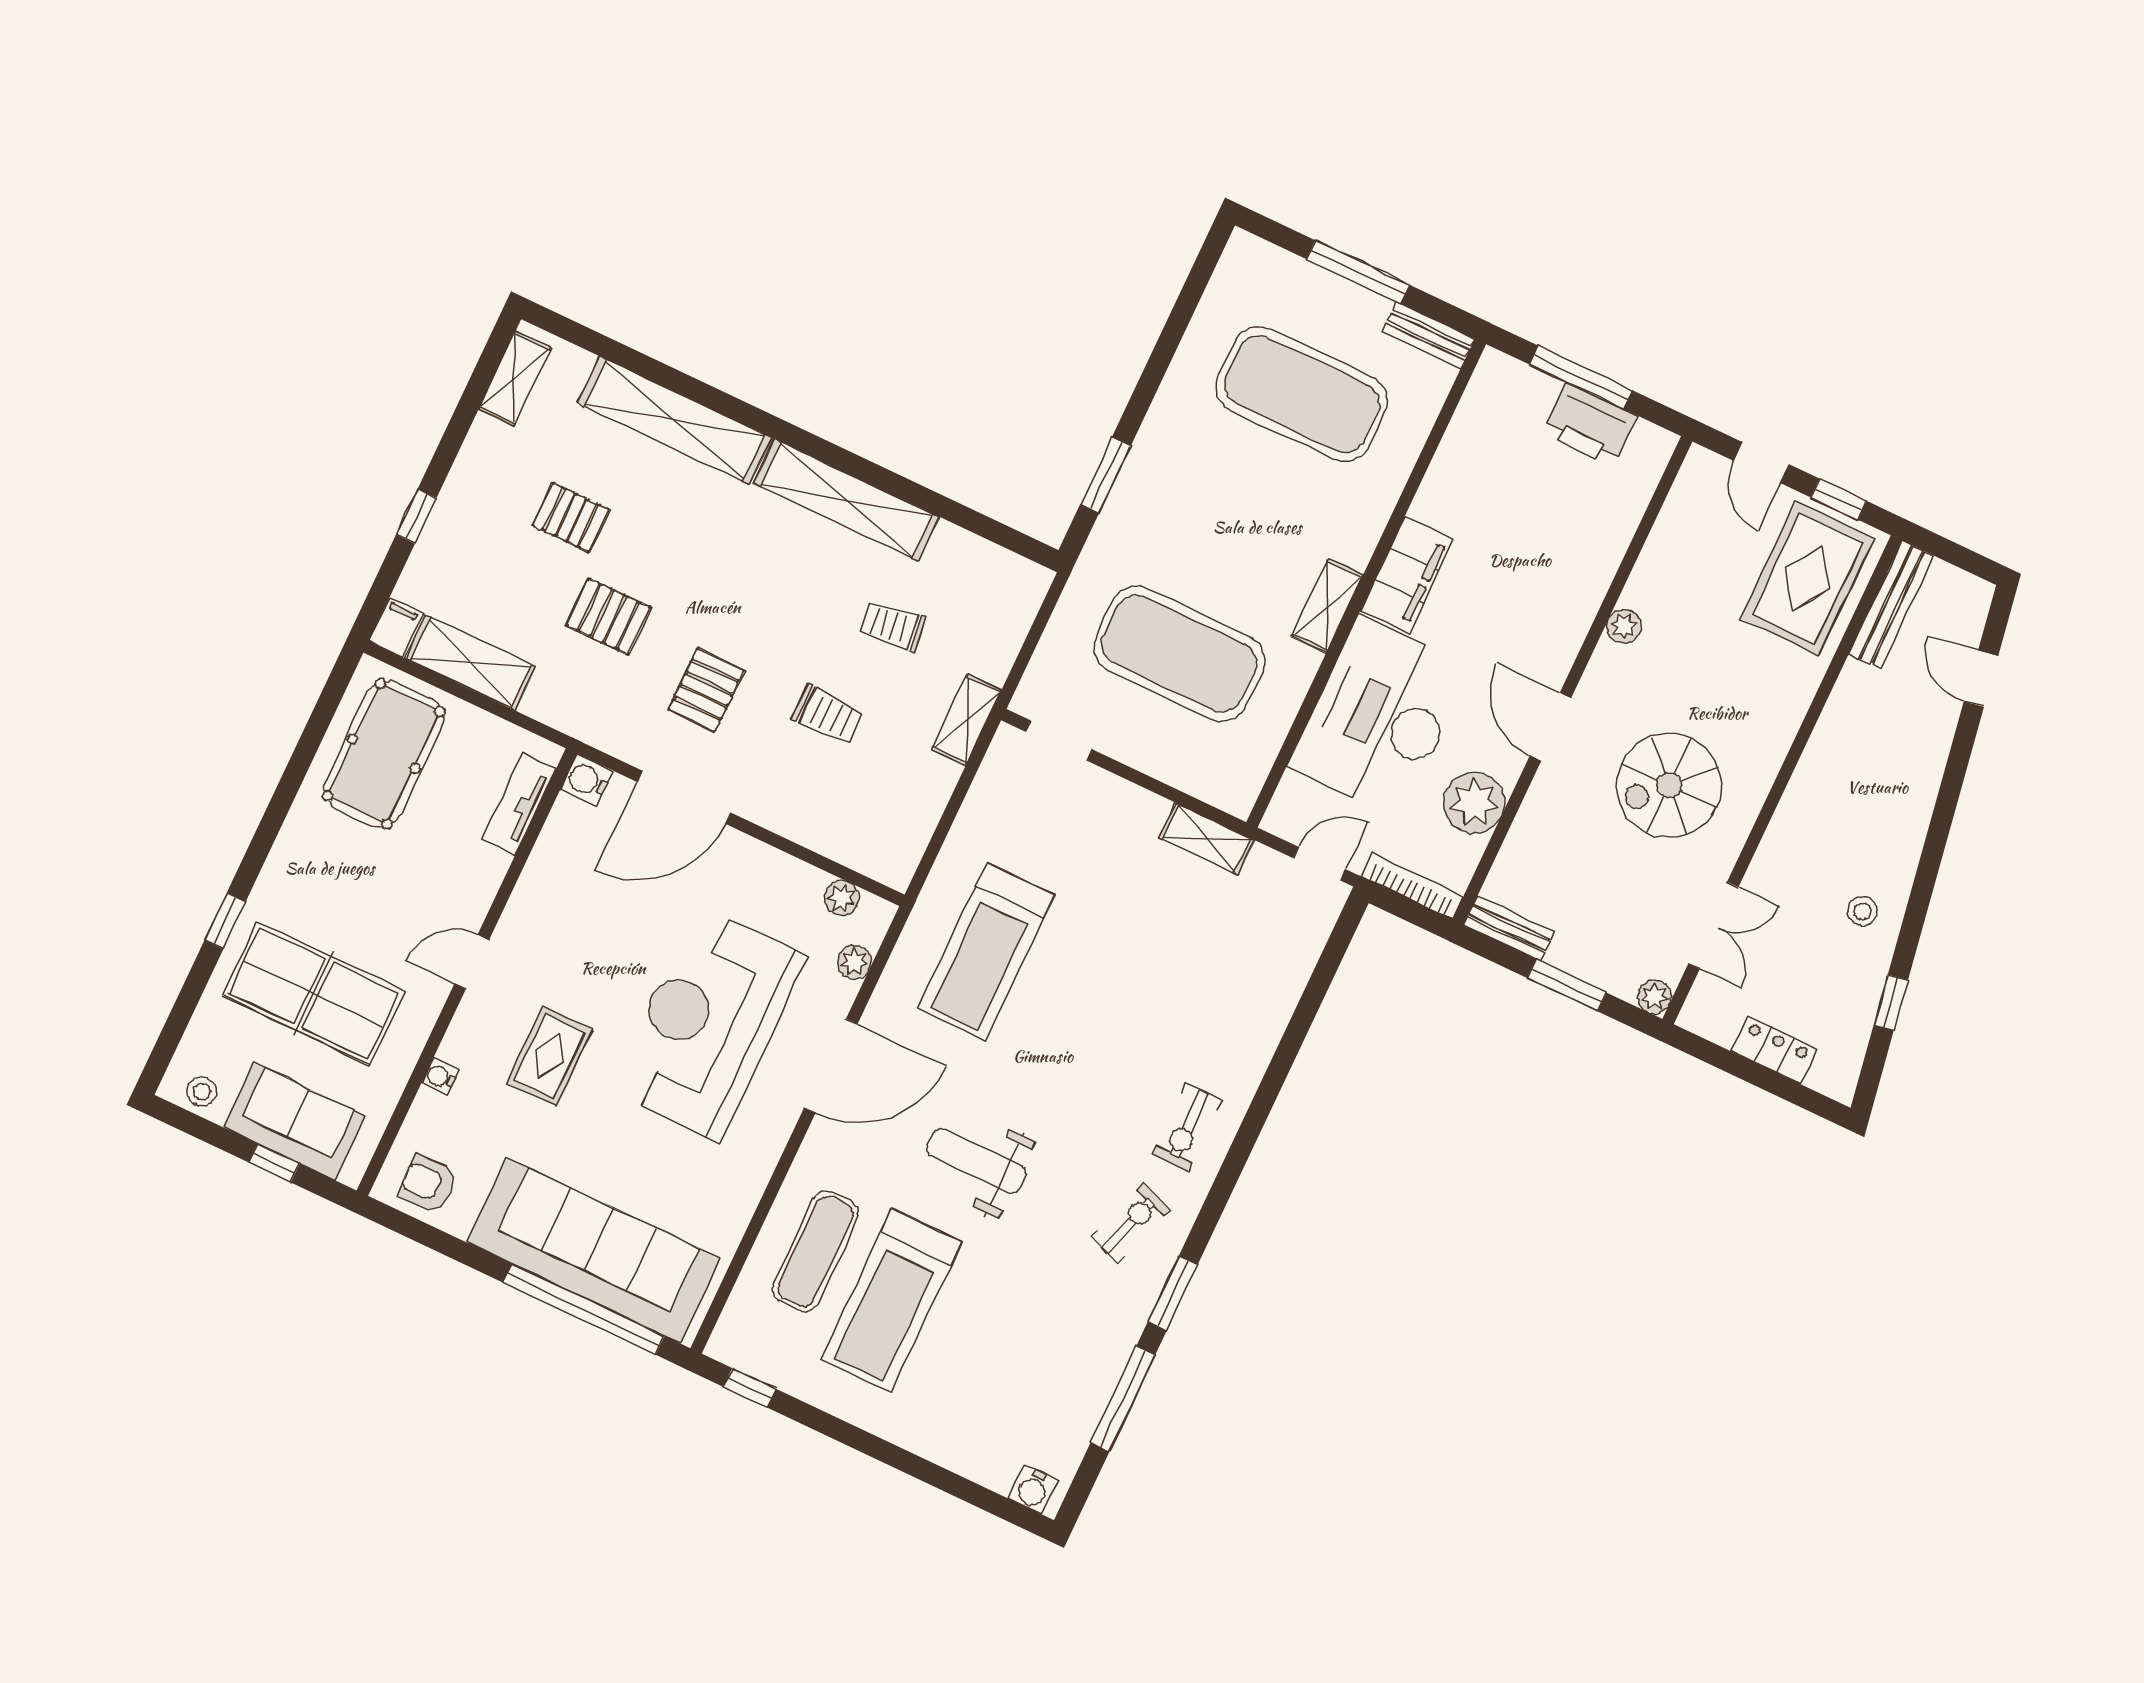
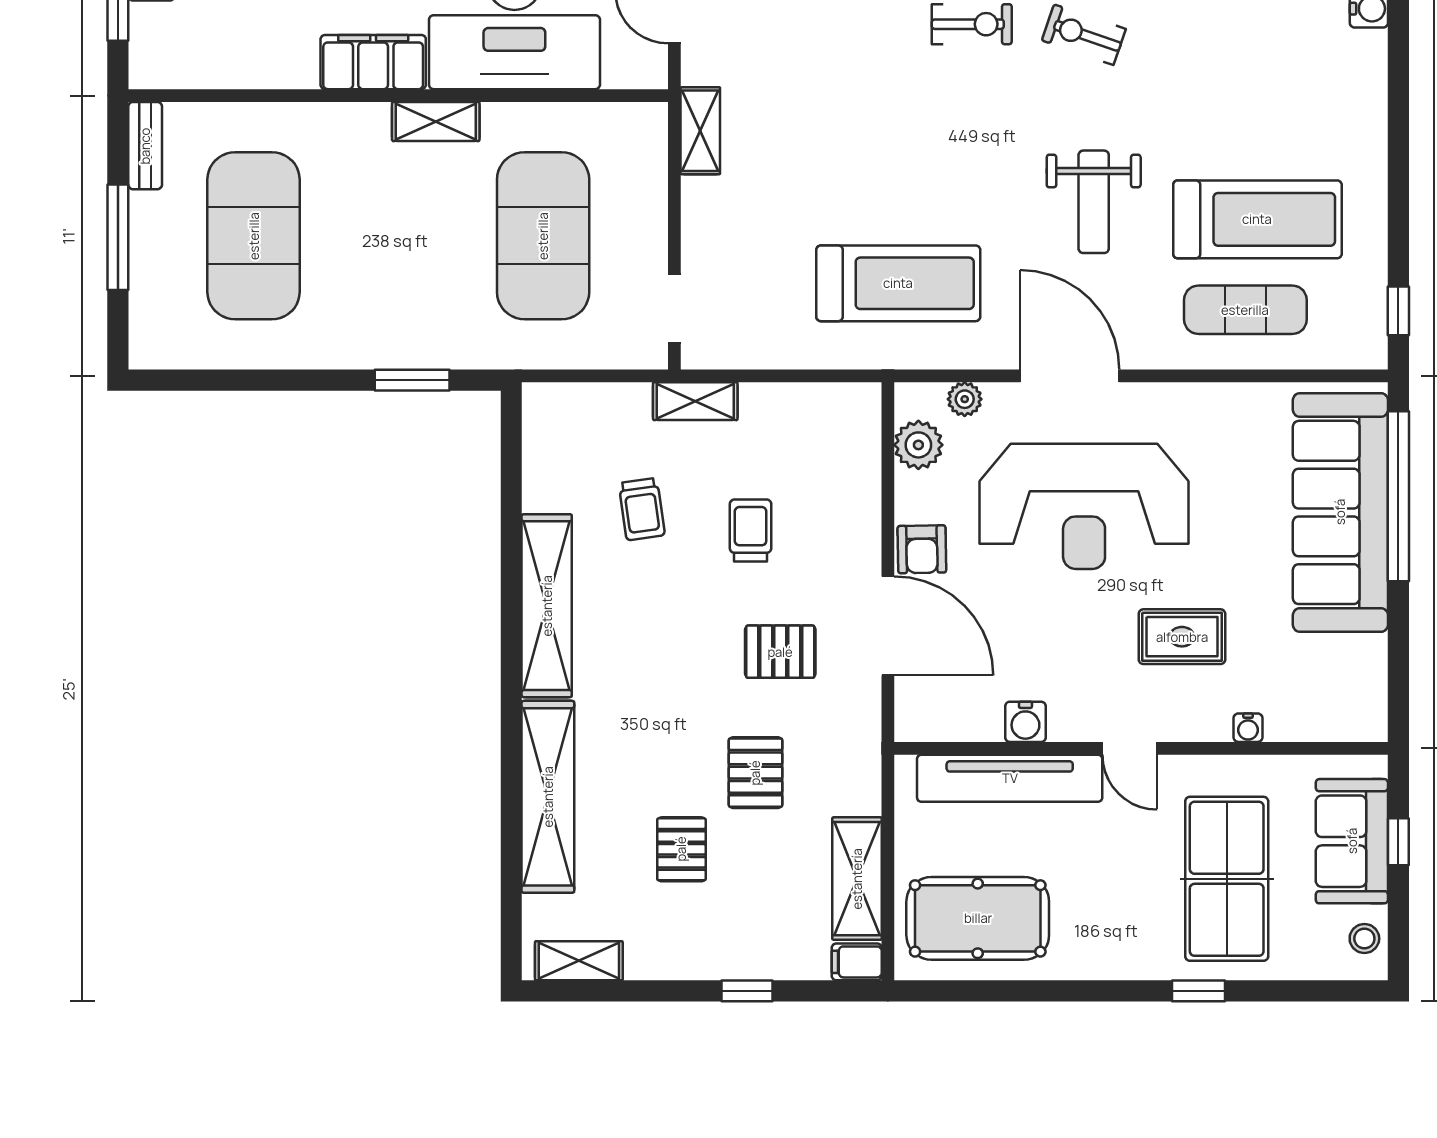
water cooler: (587, 780) -> (1025, 722), moved
tv unit: (519, 804) -> (1010, 778), width x1.92, depth x1.29
plant: (842, 898) -> (918, 445), width x1.38, depth x1.38
armchair: (428, 1184) -> (922, 549), moved

